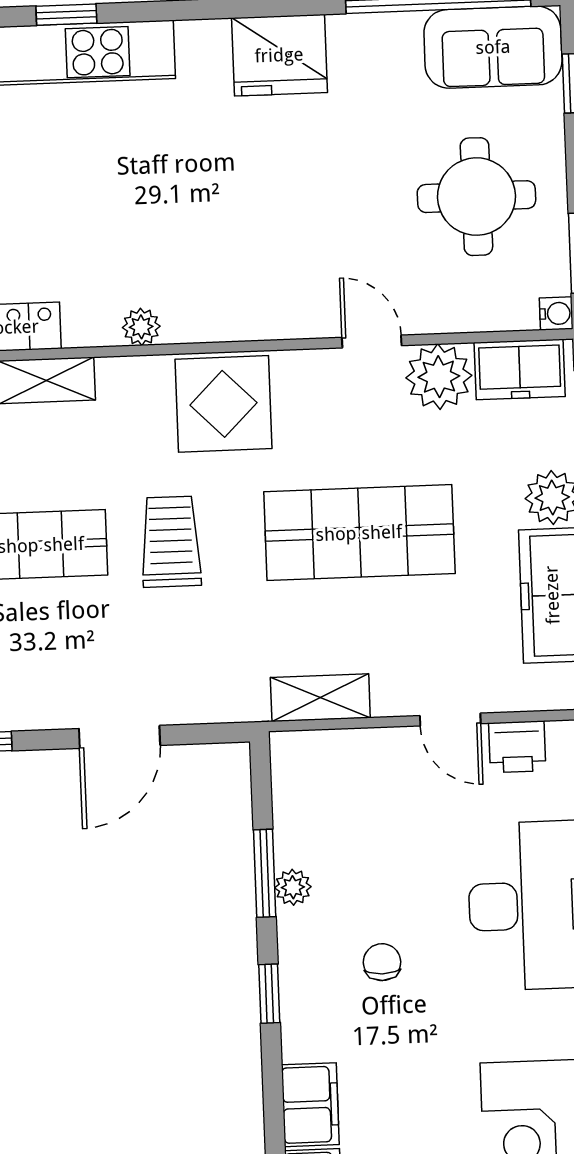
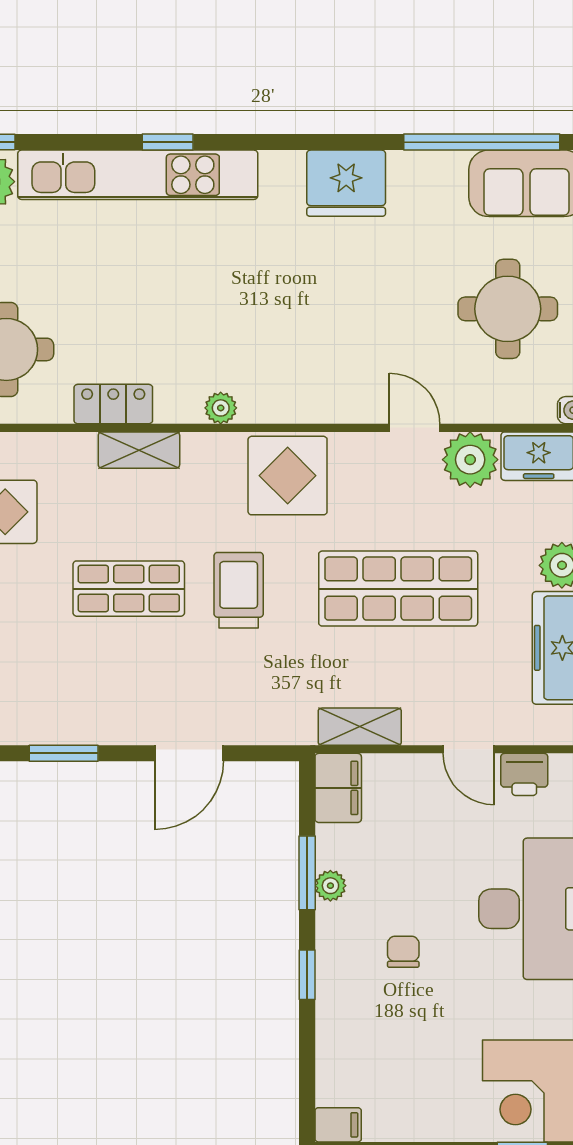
filing cabinet: (310, 1105) -> (338, 788), moved

